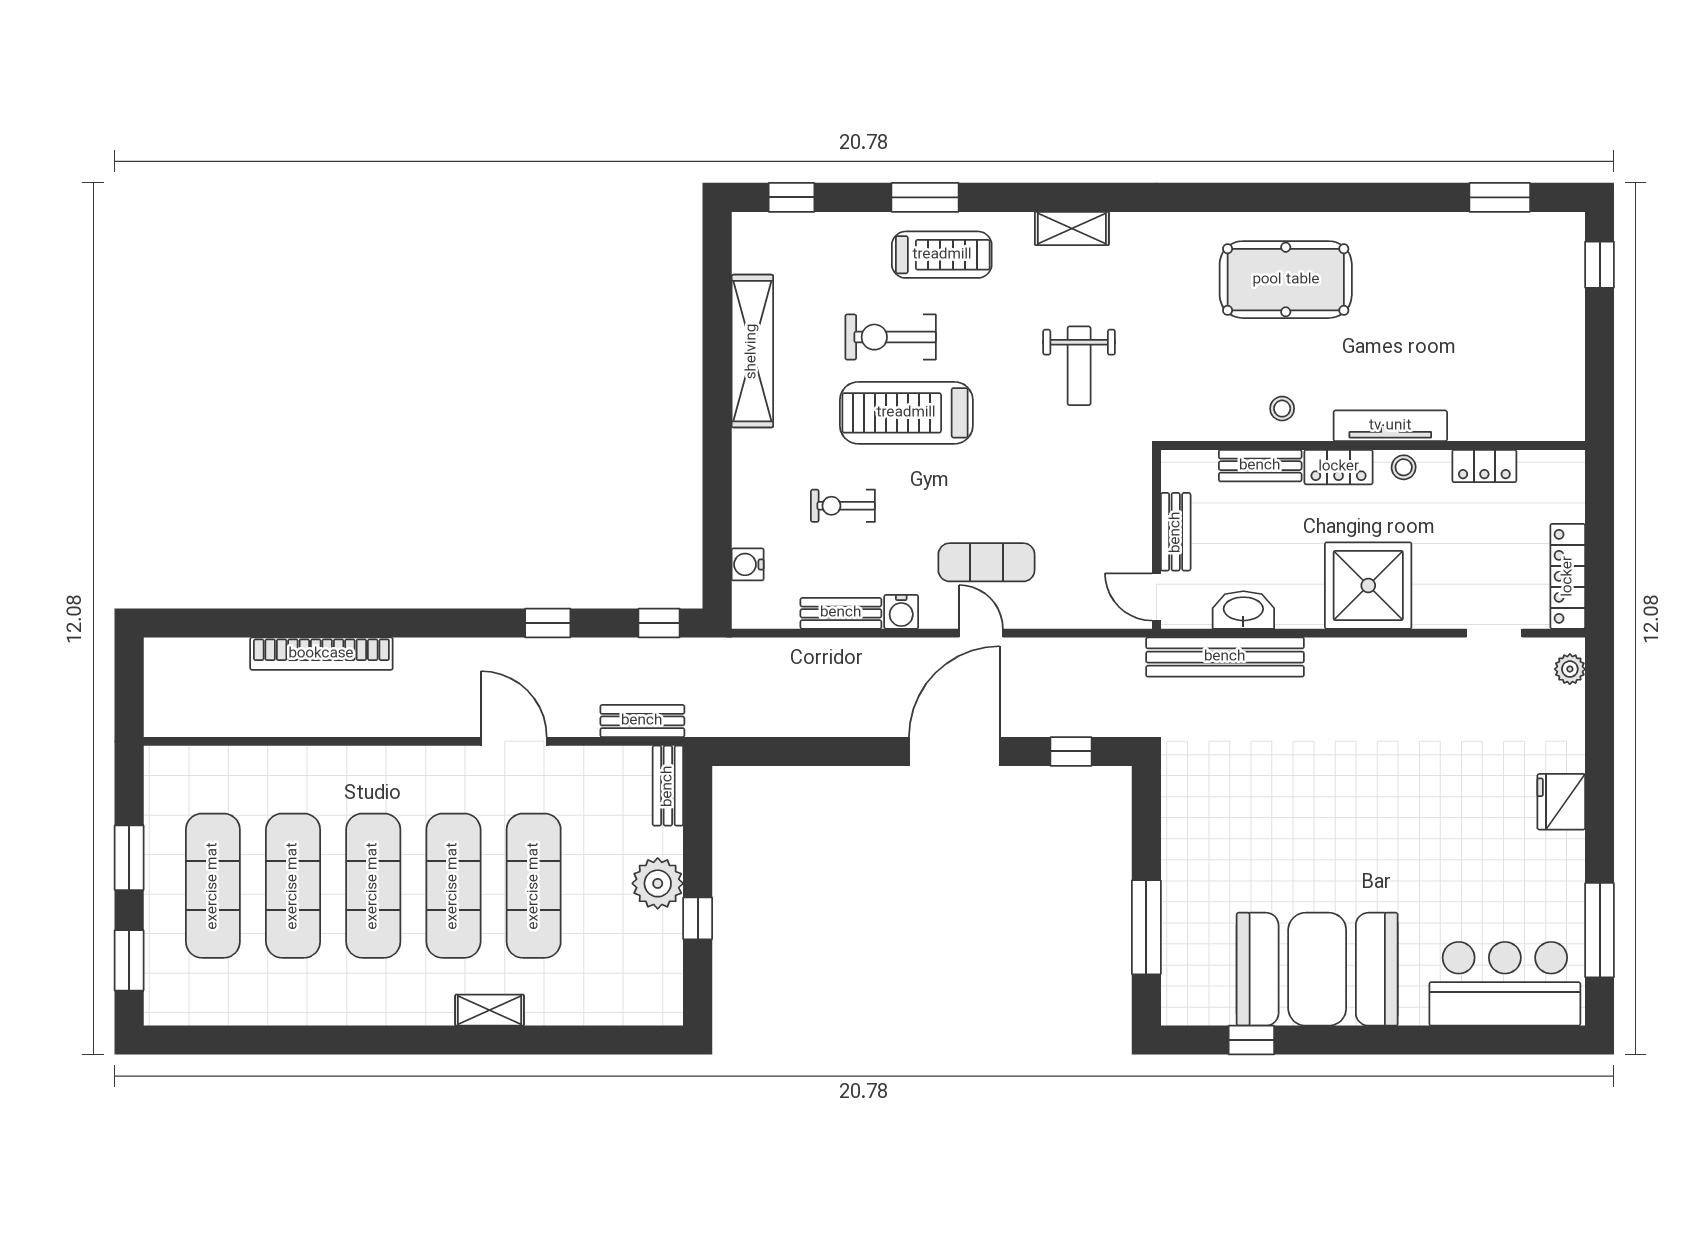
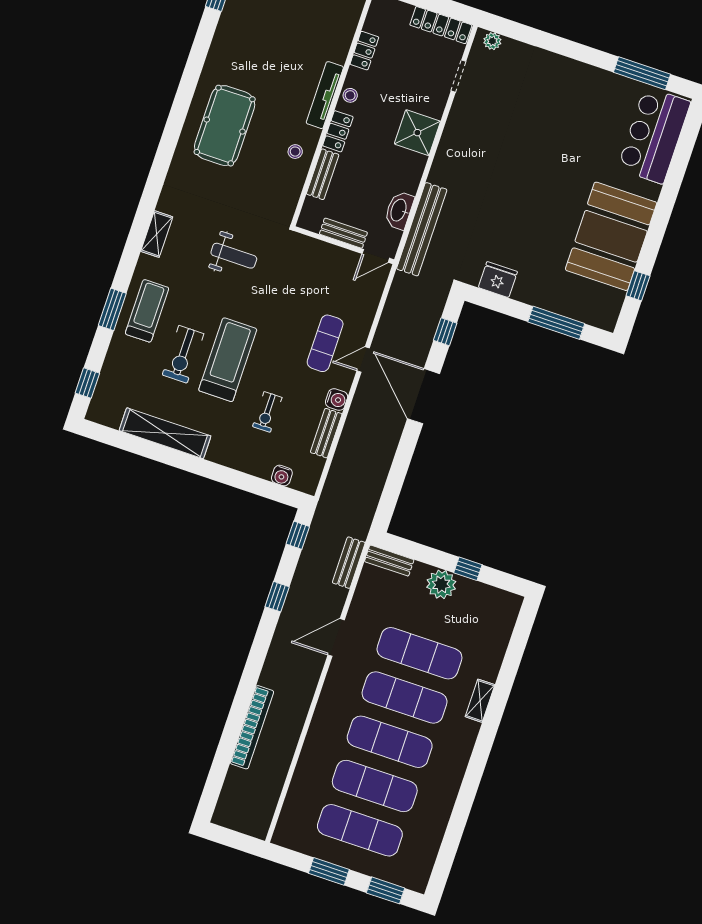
treadmill: (906, 413) -> (228, 360), turned 180
shower: (1368, 586) -> (417, 133), width x0.73, depth x0.73
fridge: (1561, 802) -> (498, 280), moved, turned 180

